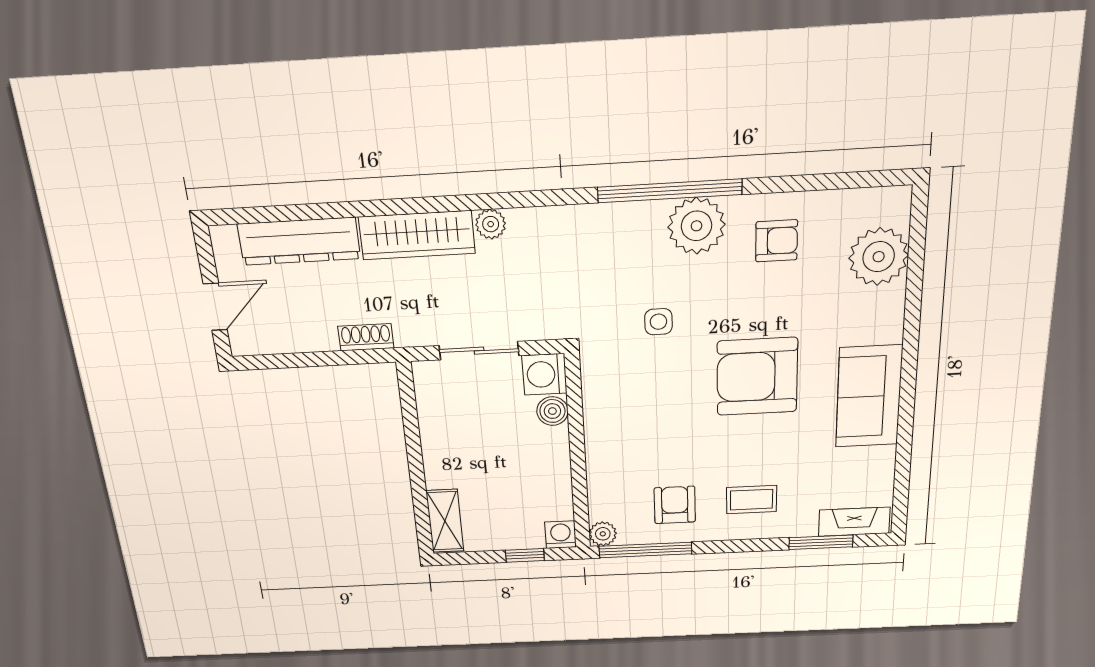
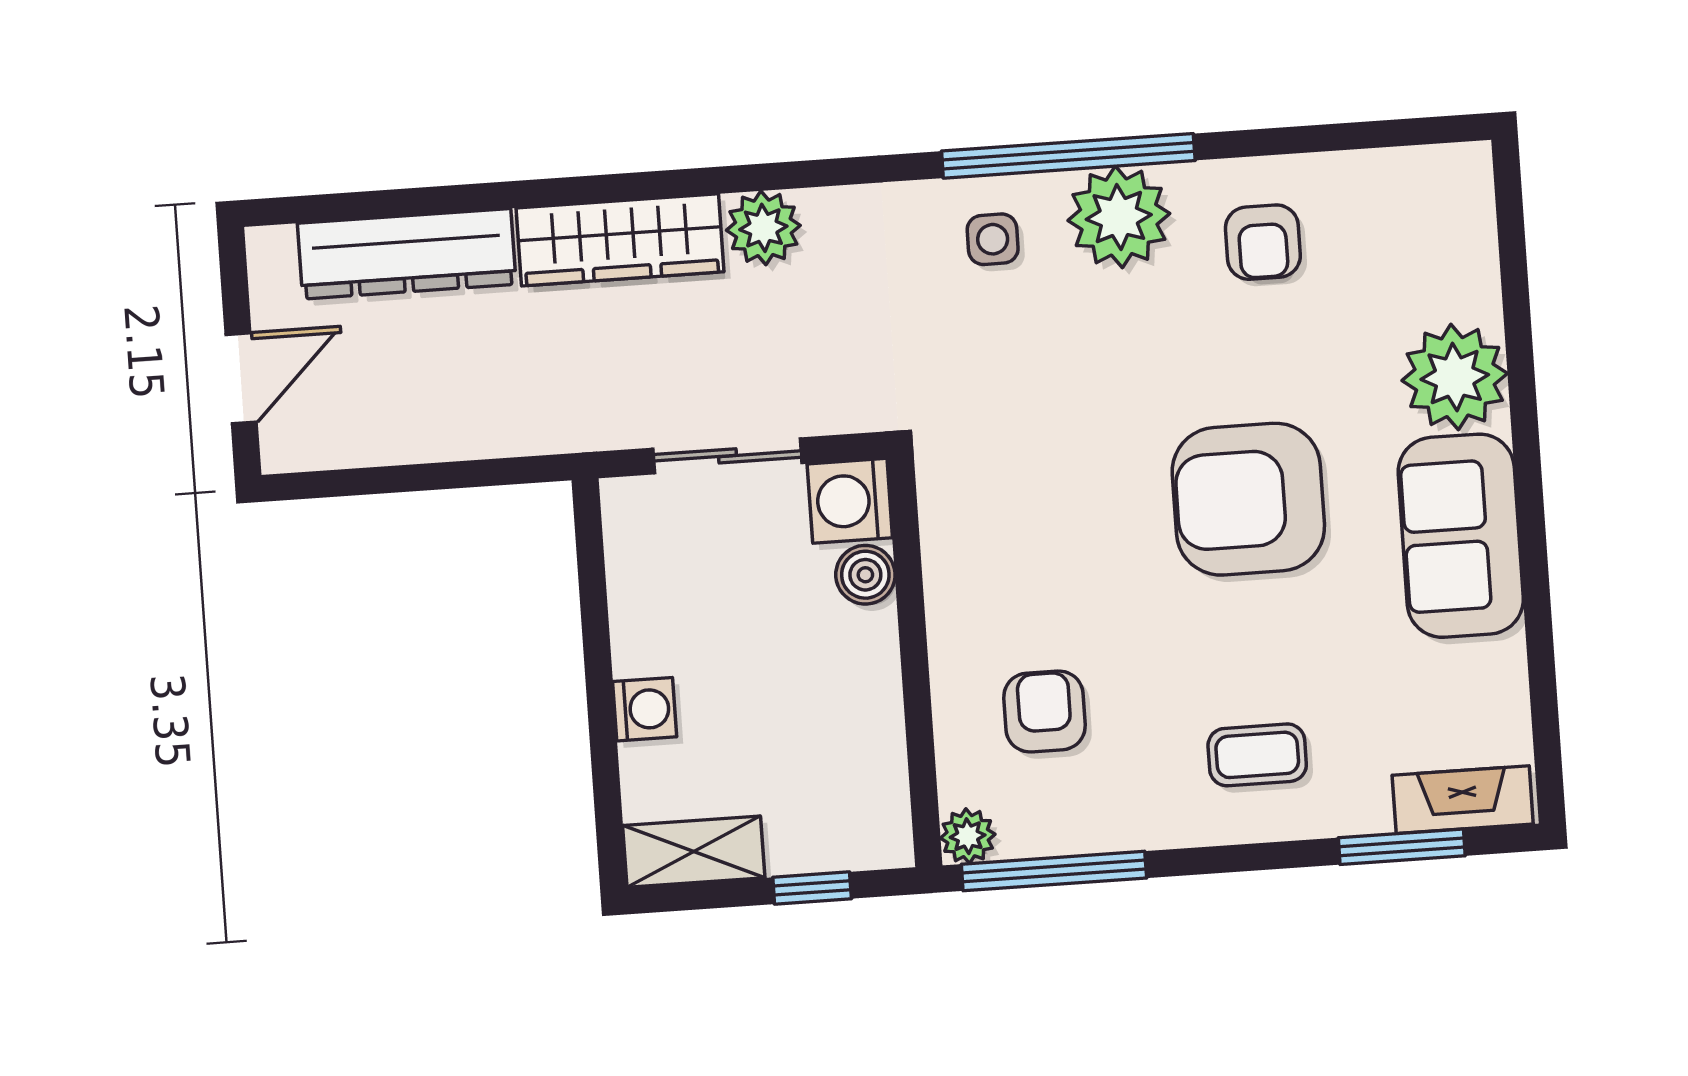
plant: (491, 224) -> (763, 228), width x1.38, depth x1.38
armchair: (777, 241) -> (1263, 242), turned 90
plant: (879, 257) -> (1455, 377), moved
side table: (658, 322) -> (993, 239), moved
shoe rack: (366, 337) -> (517, 433), removed
armchair: (675, 505) -> (1044, 712), moved
shelving: (445, 521) -> (694, 852), moved, turned 90
washing machine: (561, 535) -> (645, 709), moved, turned 90

